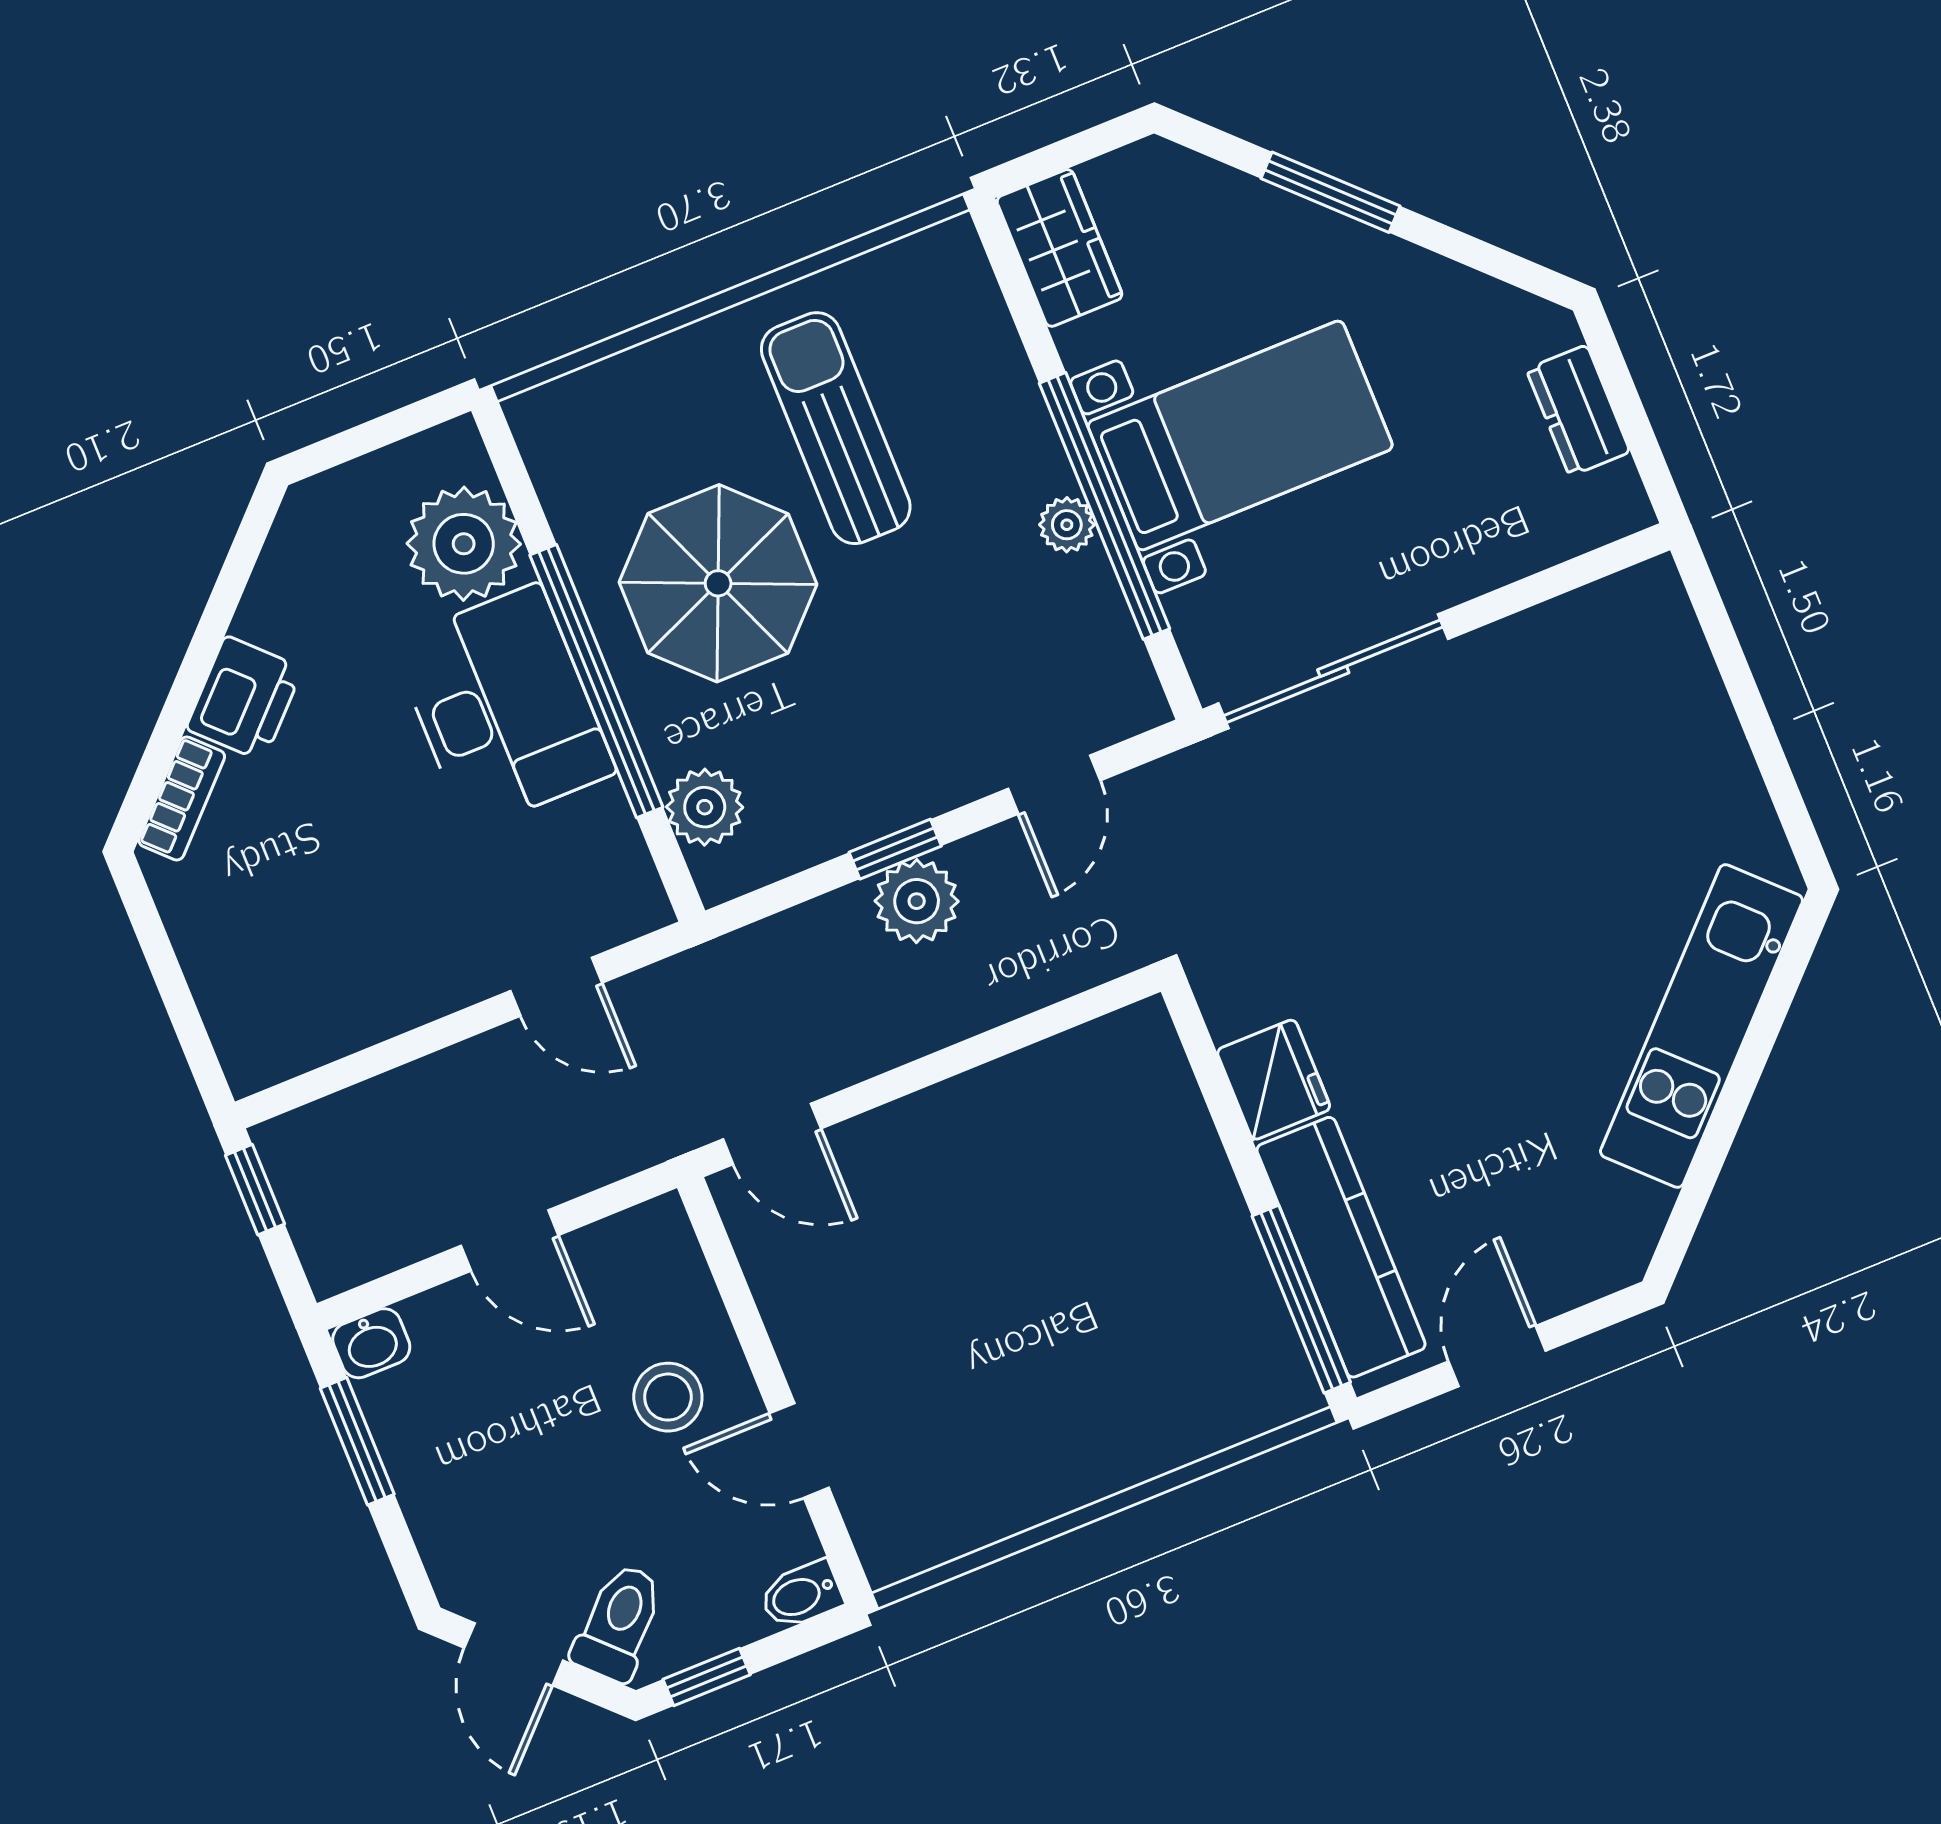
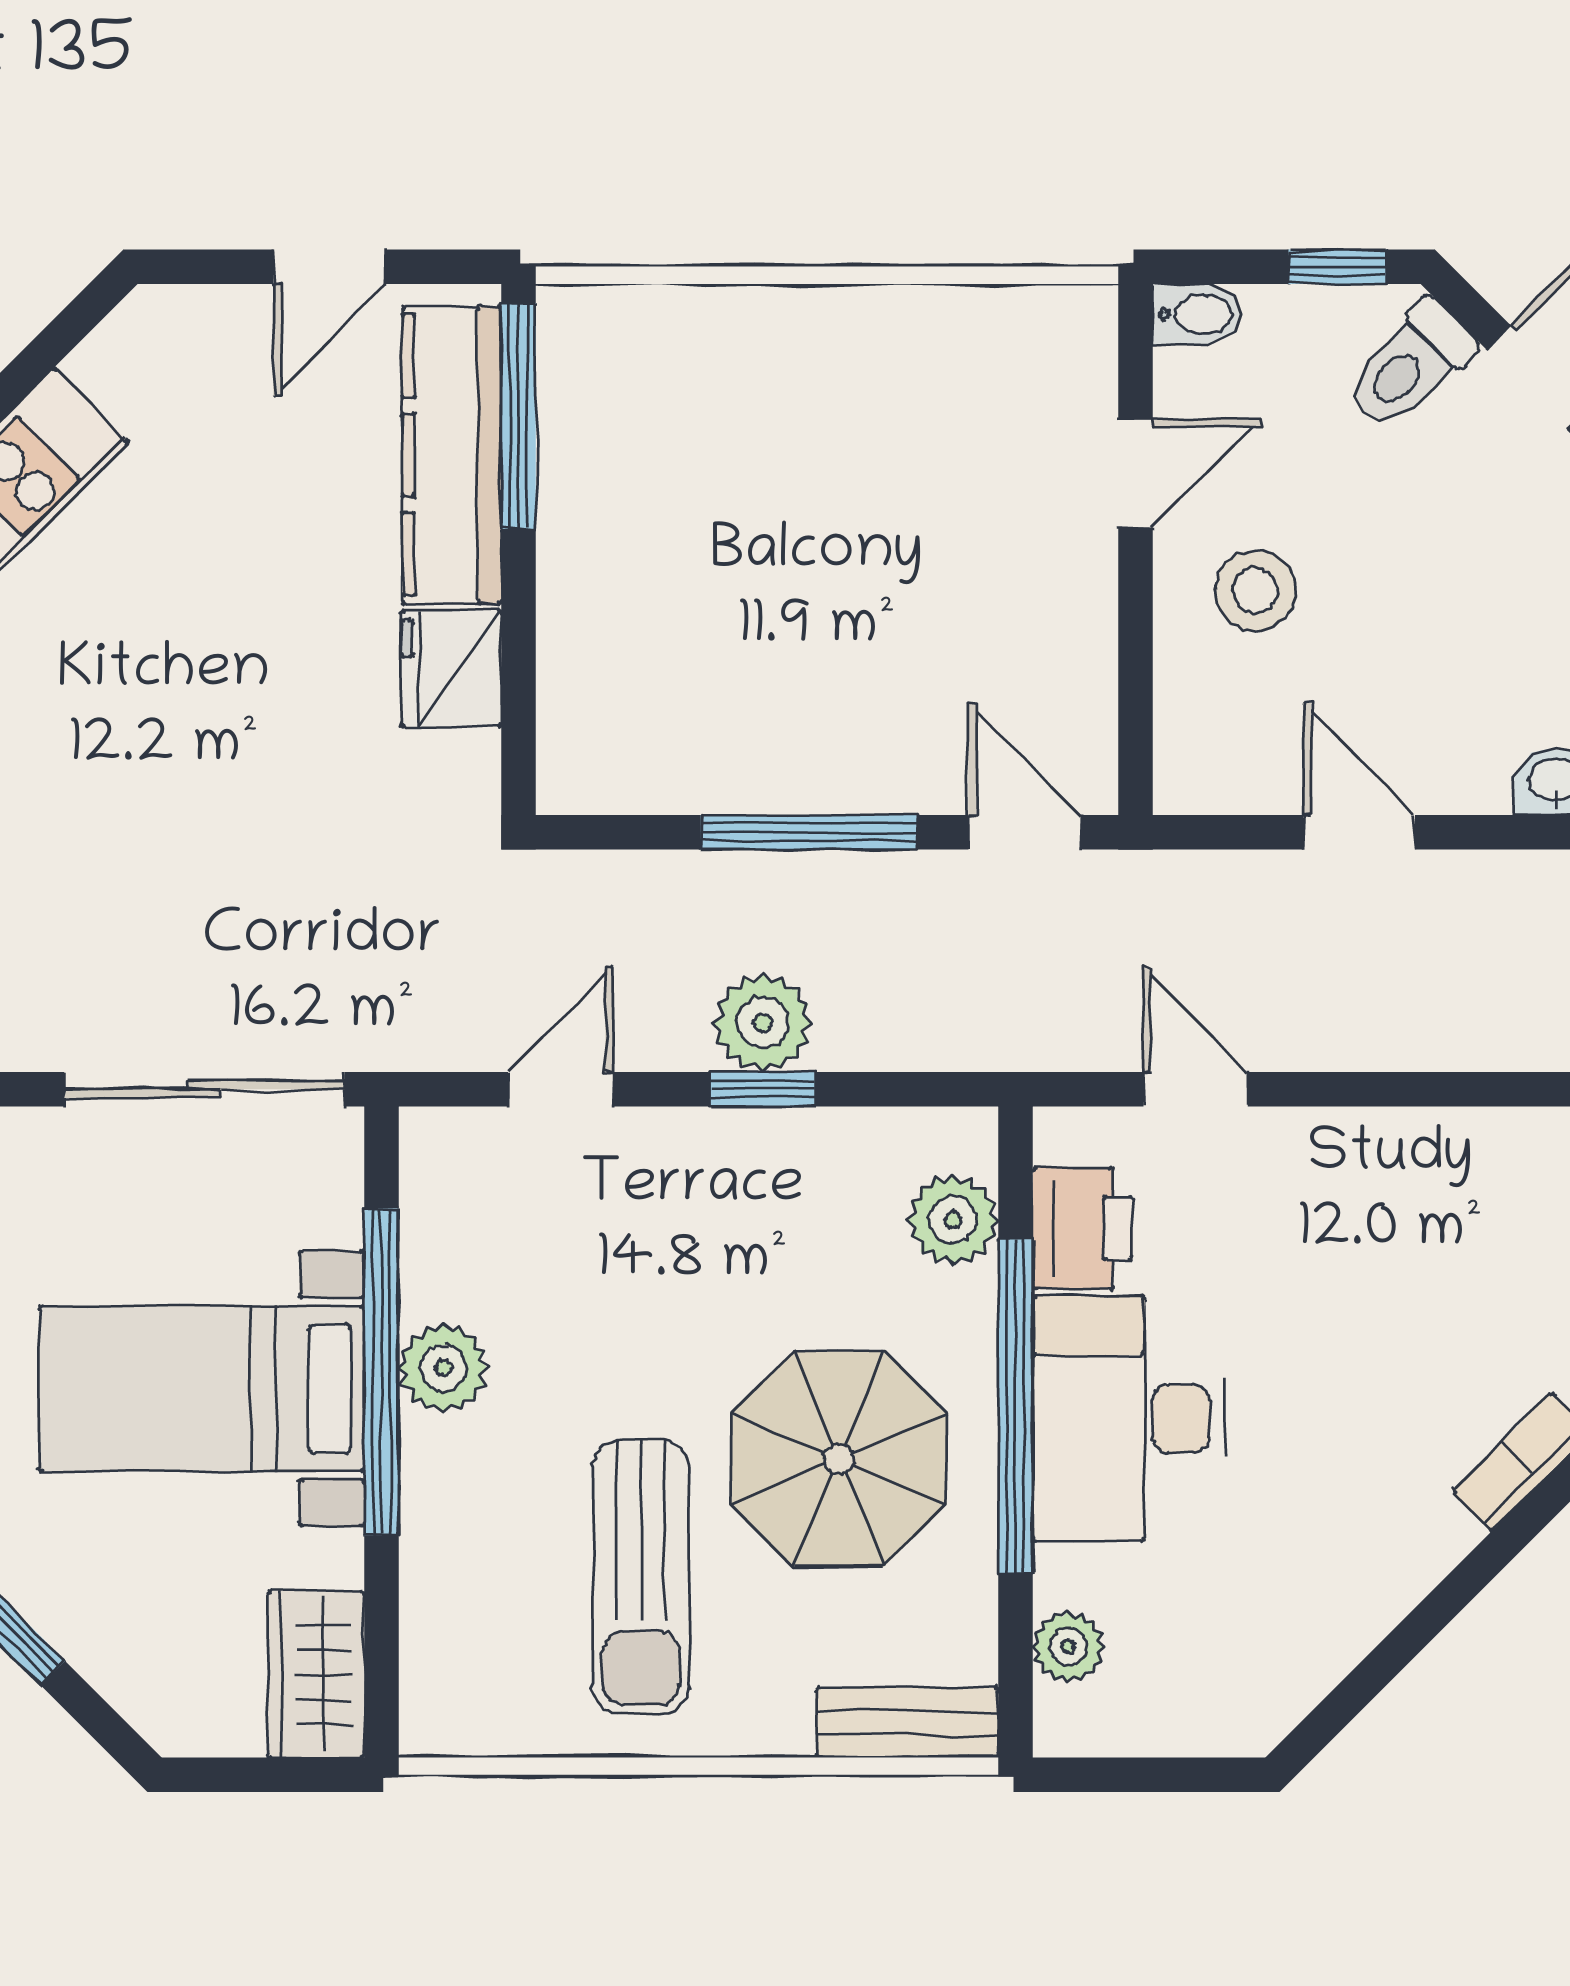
bench: (580, 398) -> (907, 1723), added
plant: (1067, 525) -> (443, 1368), width x1.38, depth x1.38
plant: (464, 544) -> (1068, 1647), width x0.53, depth x0.53
printer: (244, 698) -> (1083, 1228), moved, turned 135
window: (941, 1065) -> (809, 832), added
door: (799, 1451) -> (1135, 473), hinge flipped

